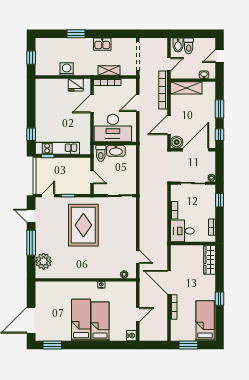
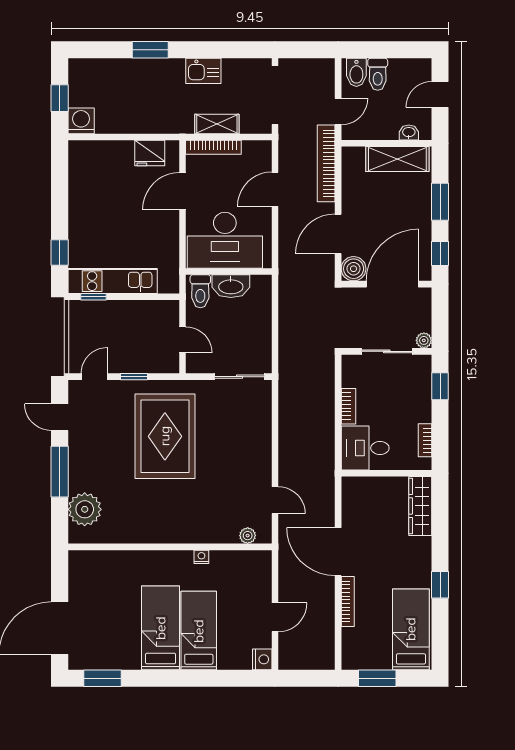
washing machine: (67, 69) -> (81, 121), moved
shelving: (186, 88) -> (397, 159), moved

